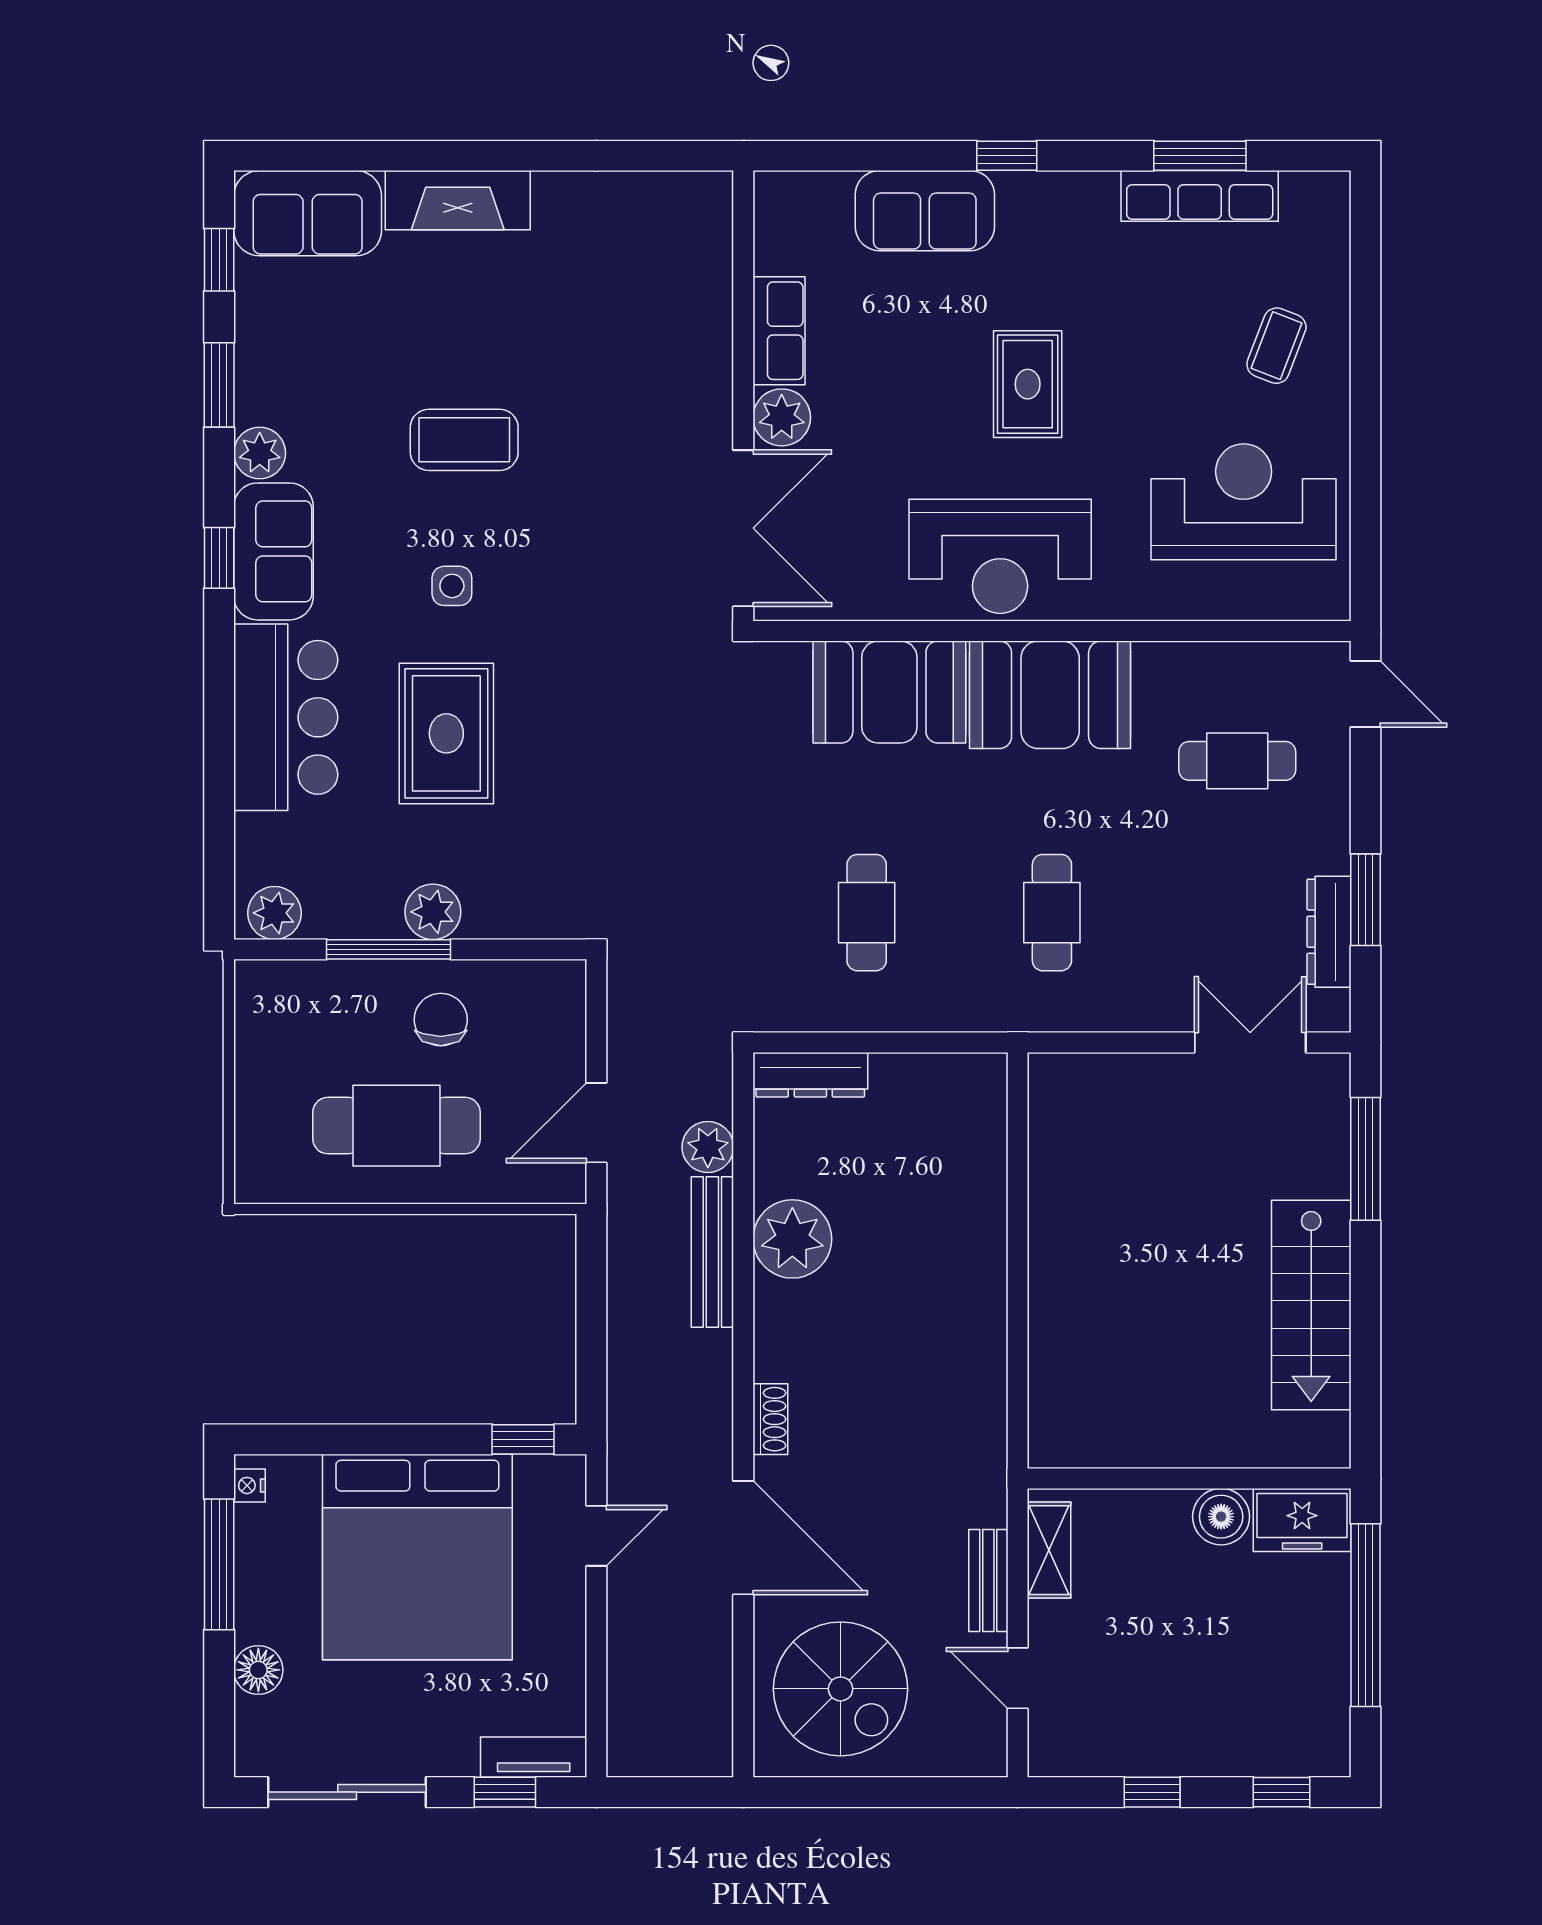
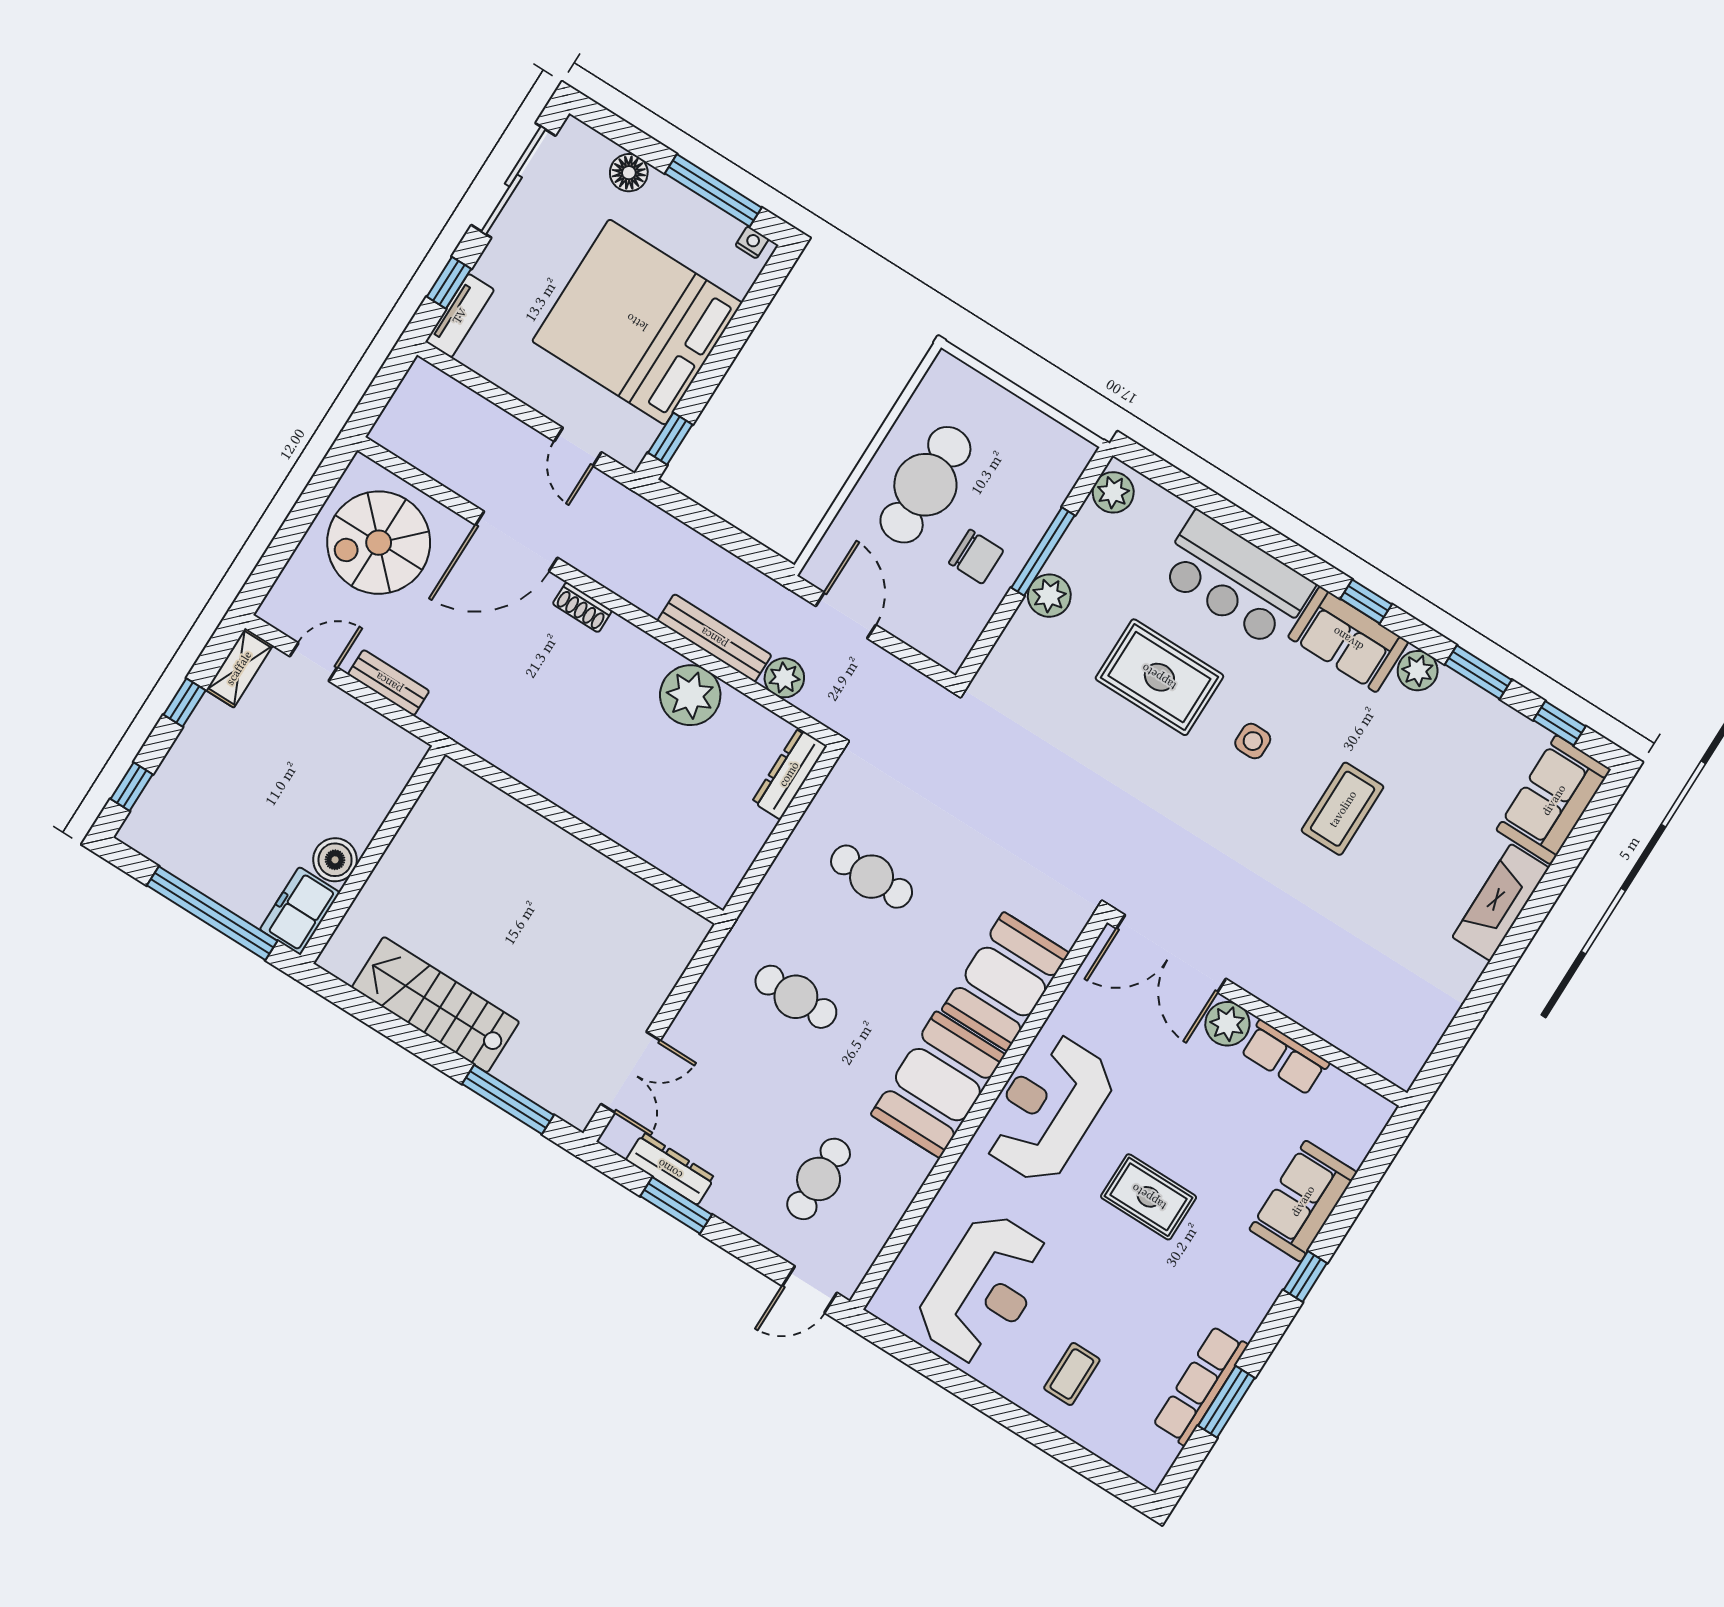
coffee table: (1276, 346) -> (1072, 1374), turned 69
shelving: (1049, 1550) -> (239, 668), moved, turned 90

